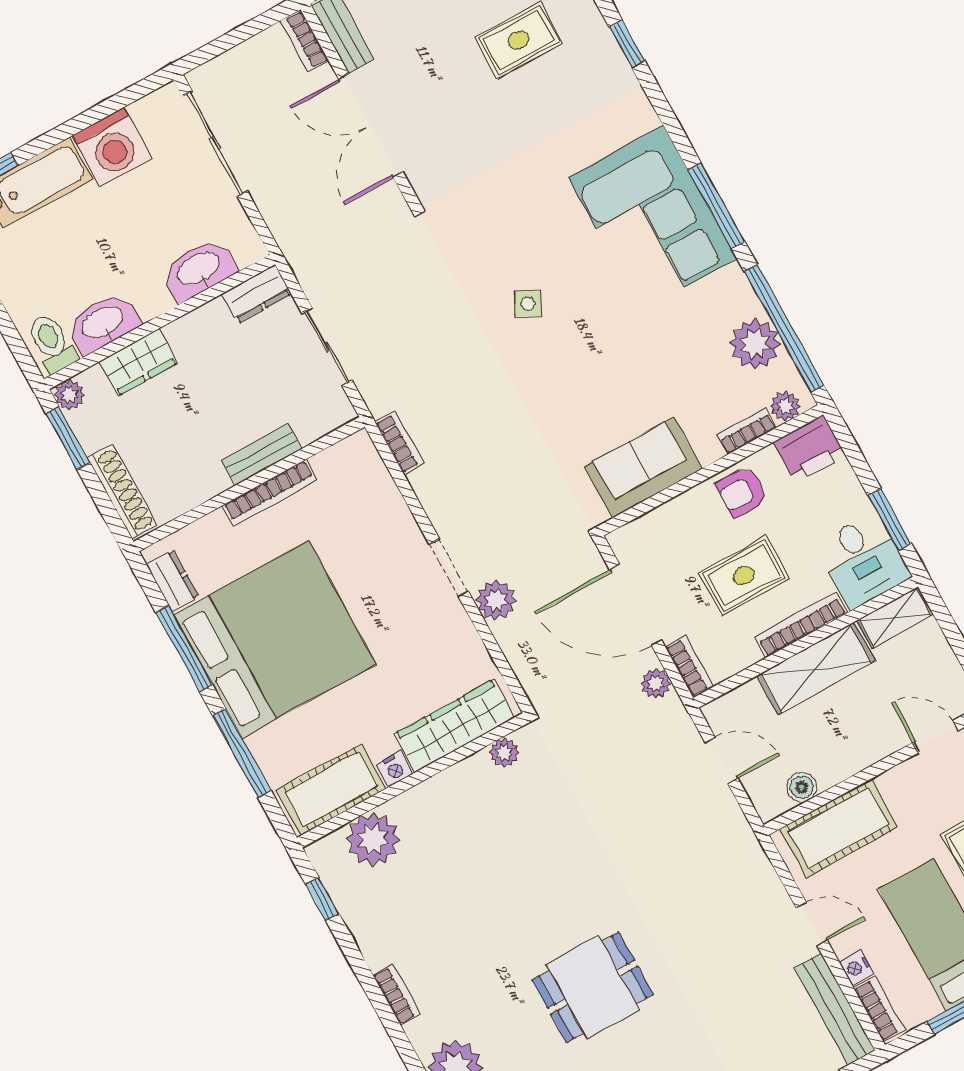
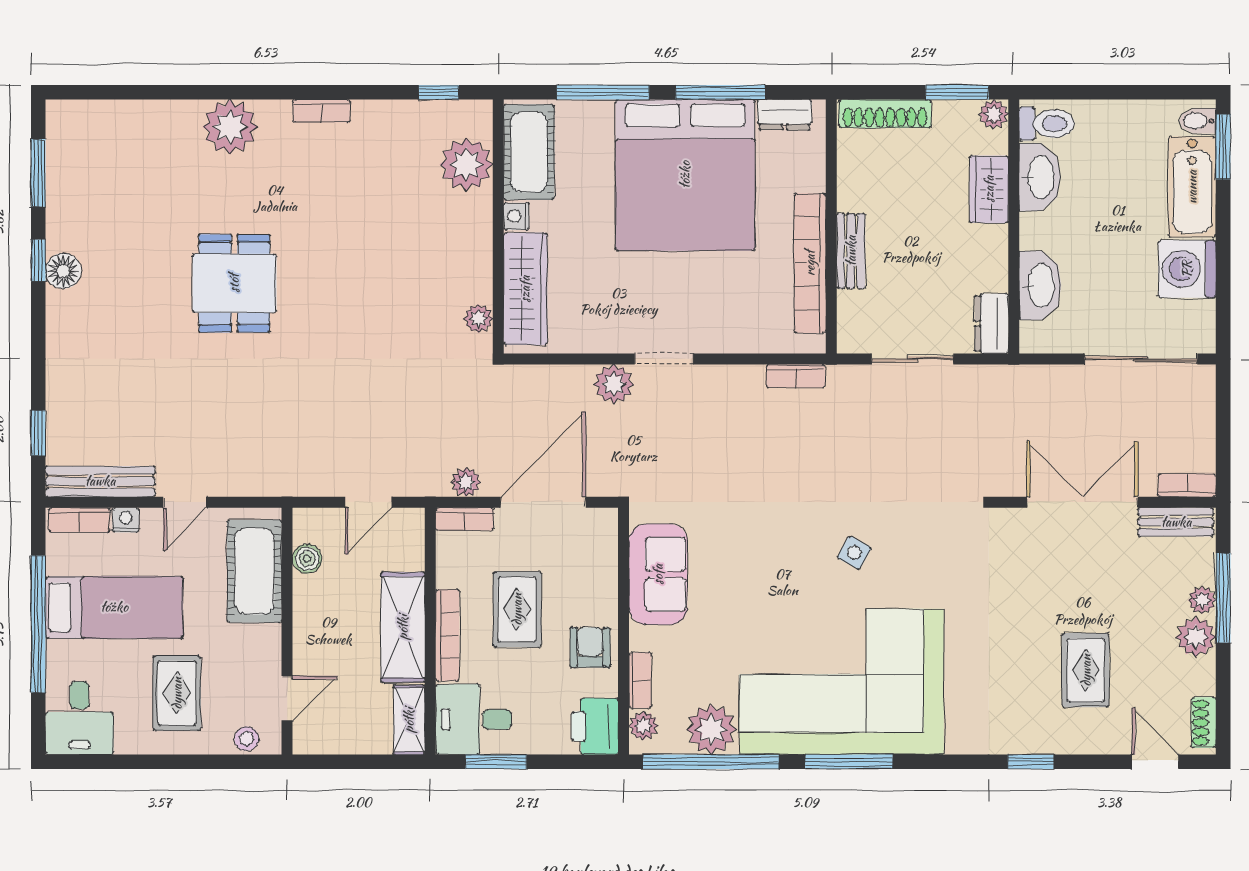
corner sofa: (653, 218) -> (842, 682), width x1.36, depth x1.36
bookcase: (270, 493) -> (810, 263), width x1.48, depth x1.31

